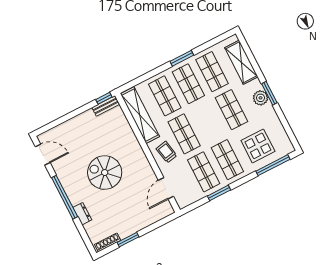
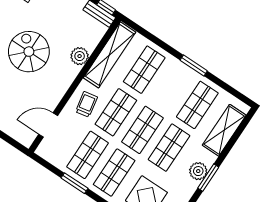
shop shelf: (188, 84) -> (142, 130), moved
plant: (129, 137) -> (80, 56), added

